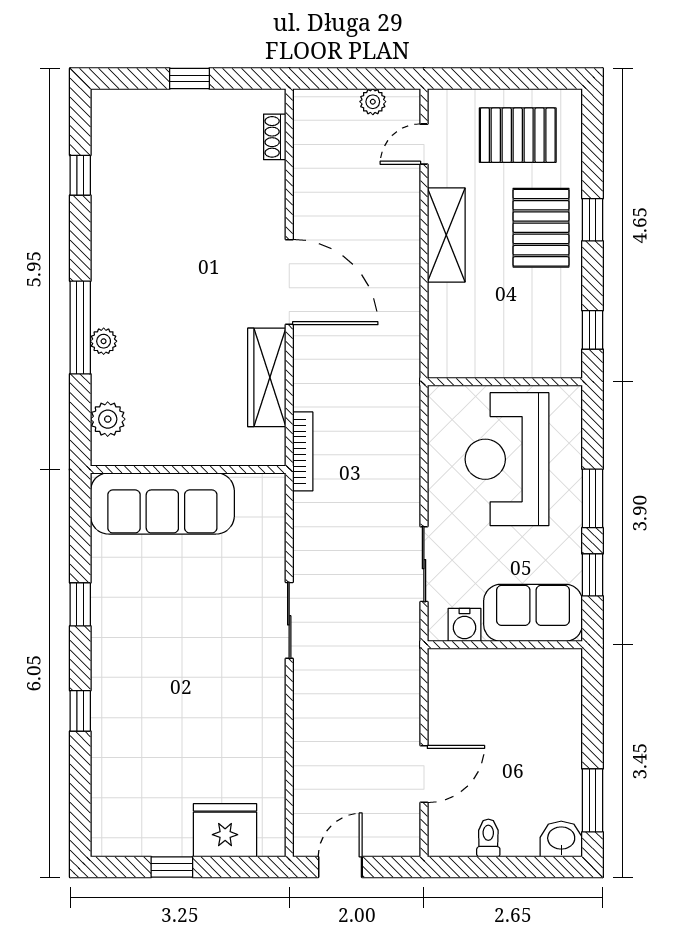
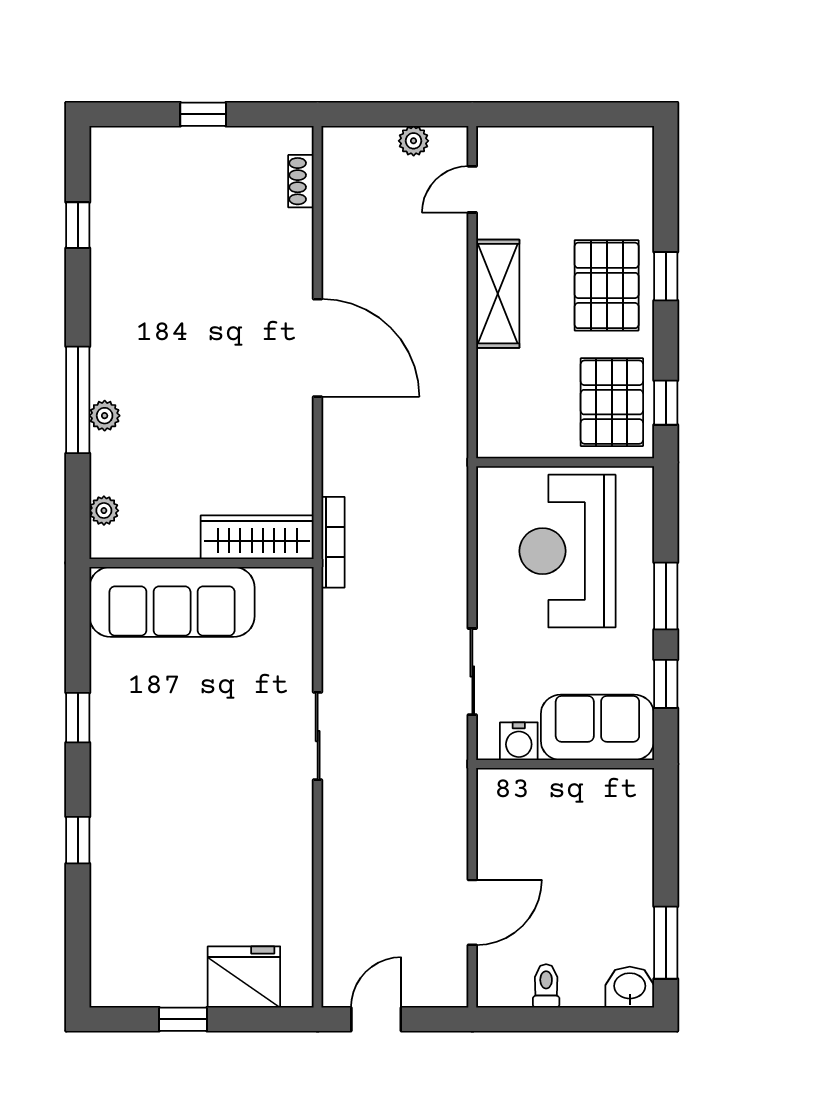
pallet: (518, 135) -> (612, 402), moved, turned 90
wardrobe: (267, 377) -> (257, 537), moved, turned 90
plant: (108, 419) -> (104, 511), width x0.73, depth x0.73

